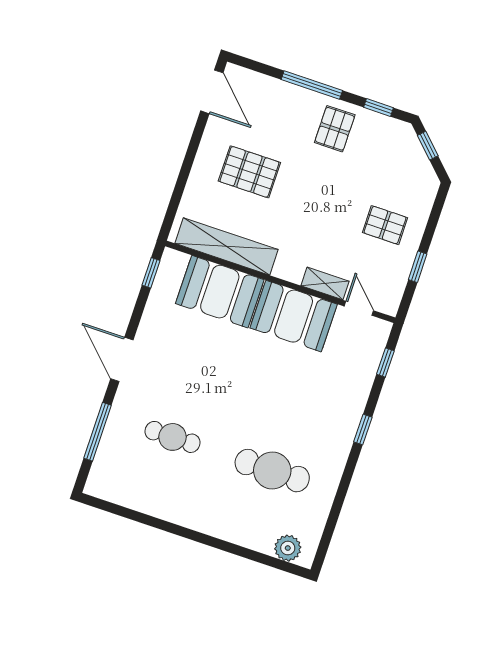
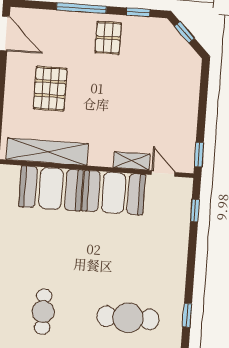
pallet: (249, 172) -> (50, 89), turned 90
pallet: (385, 225) -> (167, 103), removed
window: (418, 267) -> (199, 155), moved
window: (363, 429) -> (187, 315), moved
cafe table: (173, 437) -> (43, 312), turned 90

